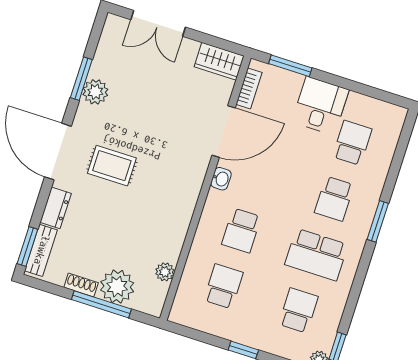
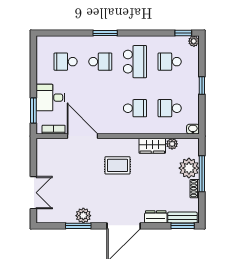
wardrobe: (219, 61) -> (152, 146), moved, turned 90
desk: (320, 106) -> (50, 98), moved
rug: (112, 166) -> (117, 165), moved, turned 90
washbasin: (221, 179) -> (193, 129), moved

